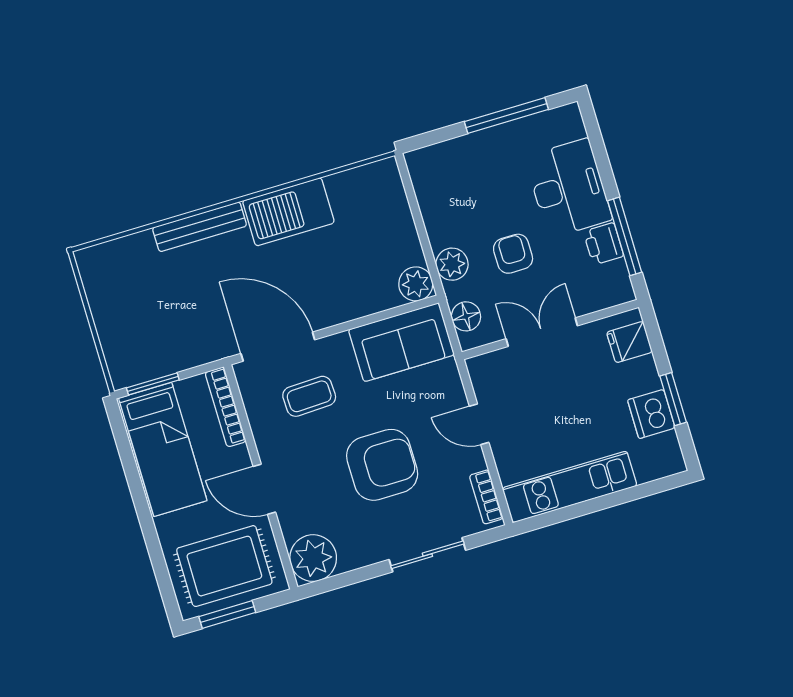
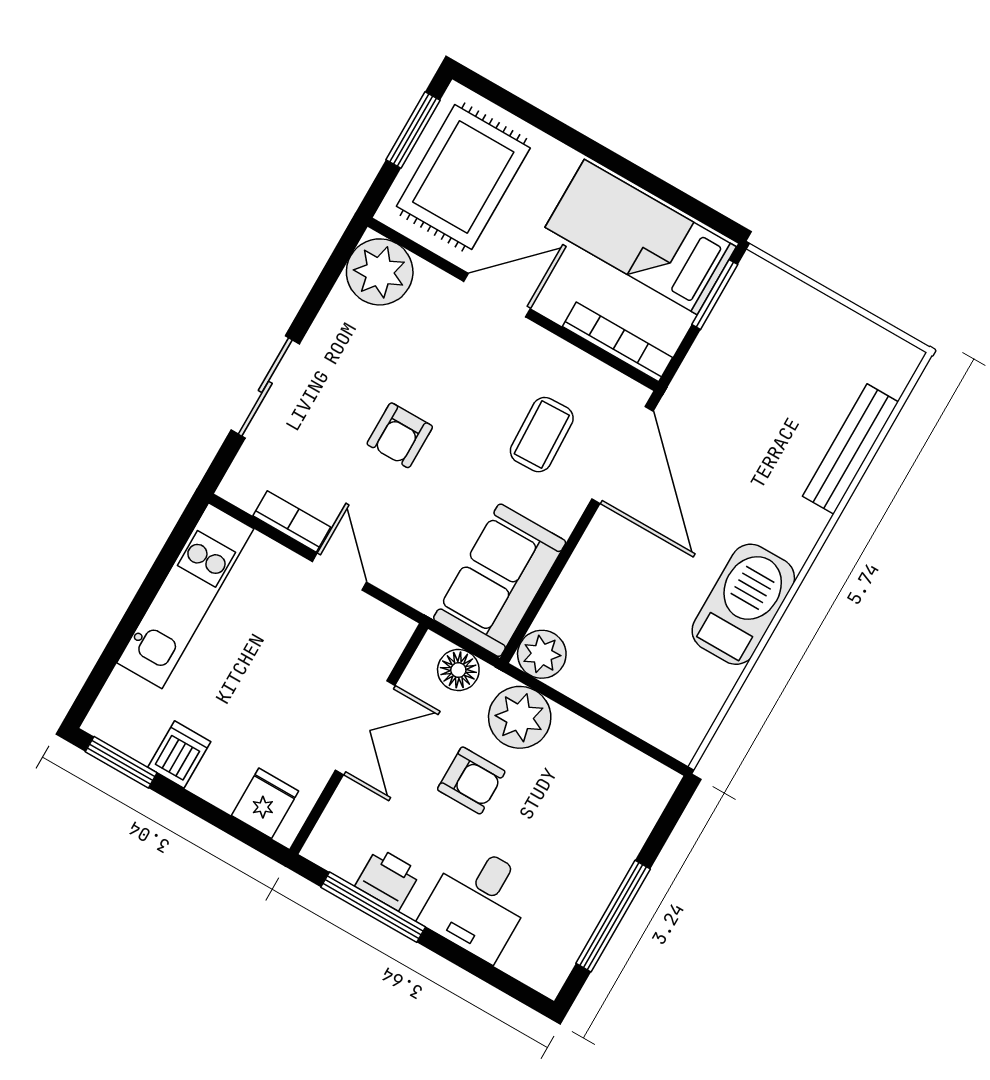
desk: (568, 188) -> (478, 902), width x0.73
bench: (200, 227) -> (851, 449), moved
plant: (452, 264) -> (520, 717), width x1.36, depth x1.36
door: (278, 347) -> (623, 455), hinge flipped
window: (673, 399) -> (121, 762), moved
dishwasher: (651, 414) -> (179, 754), width x0.73
door: (479, 424) -> (339, 572), hinge flipped
armchair: (382, 465) -> (400, 435), width x0.53, depth x0.53
bookcase: (486, 497) -> (292, 521), moved

